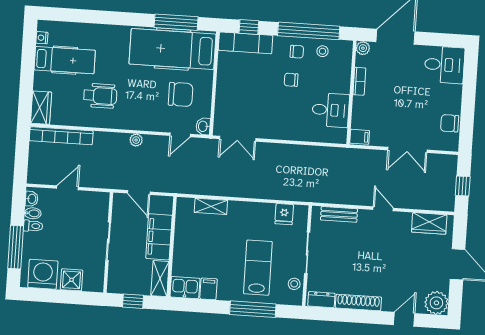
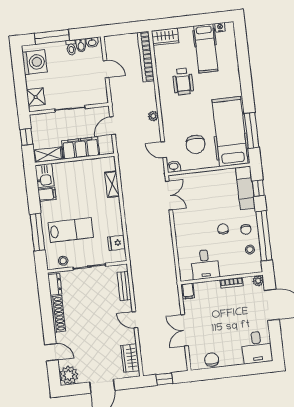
double door: (238, 139) -> (169, 195), swing flipped
door: (383, 209) -> (135, 320), swing flipped
shower: (71, 280) -> (36, 97), moved

